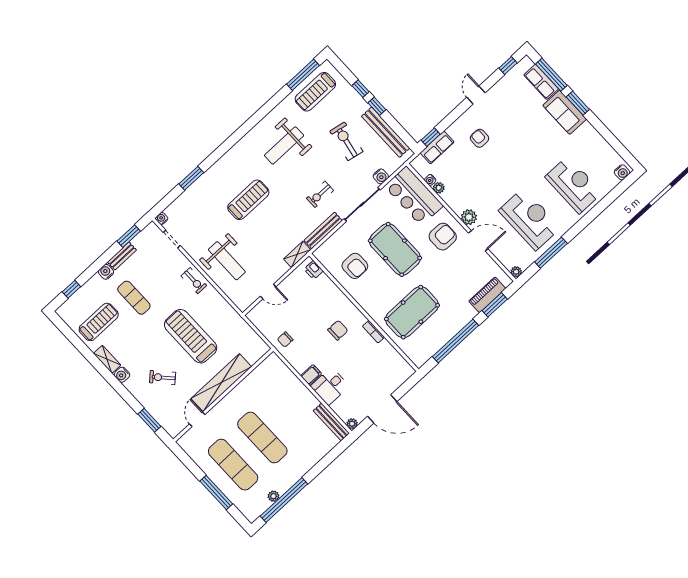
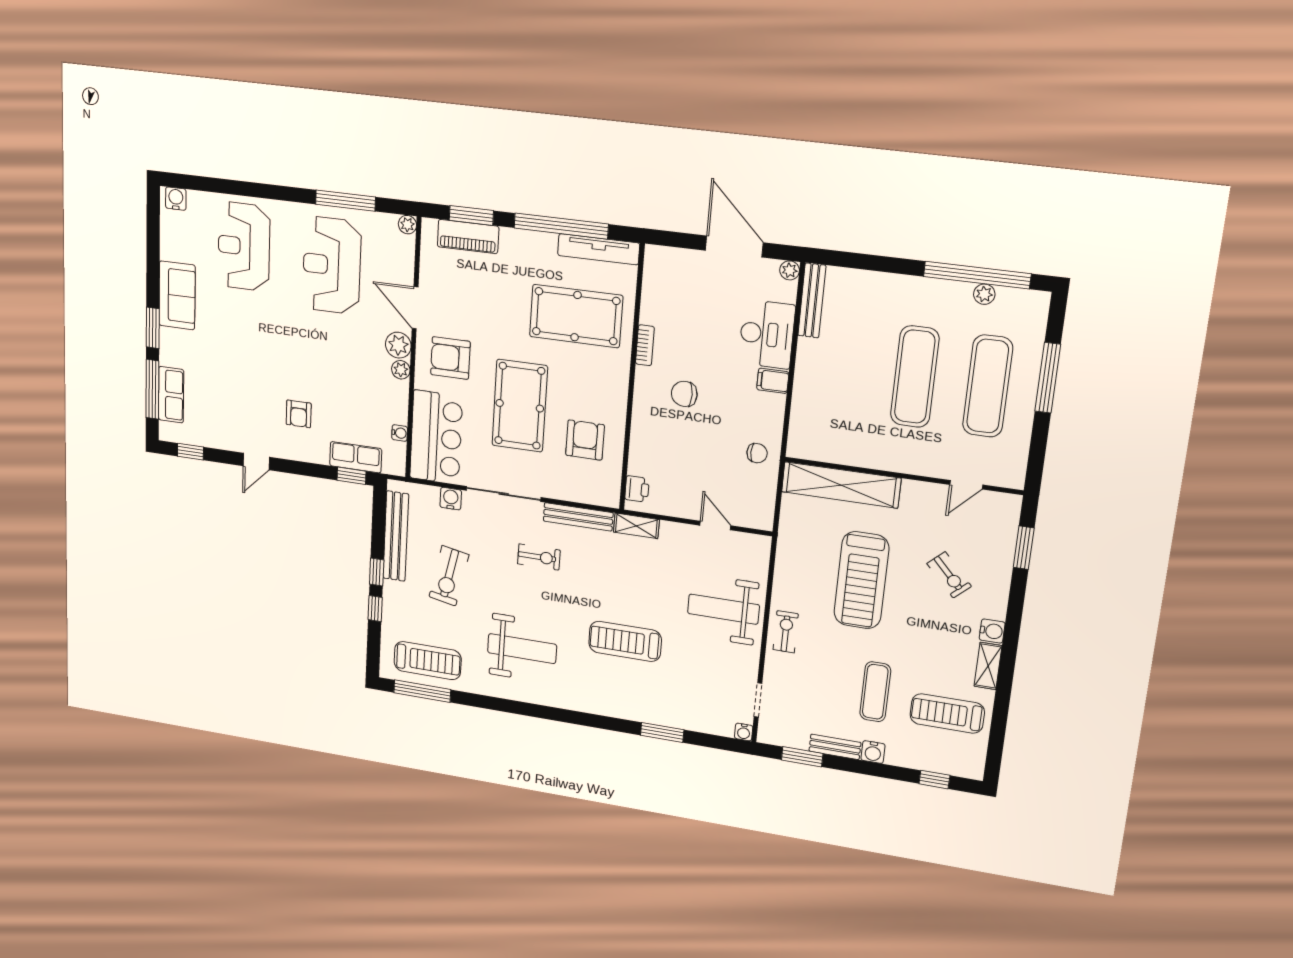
sofa: (565, 112) -> (177, 295), moved
plant: (439, 188) -> (401, 370), moved
weight bench: (227, 261) -> (723, 609), turned -90
tv unit: (432, 349) -> (599, 249), added
shelving: (221, 383) -> (841, 485), moved
desk: (330, 386) -> (767, 334), width x1.37

